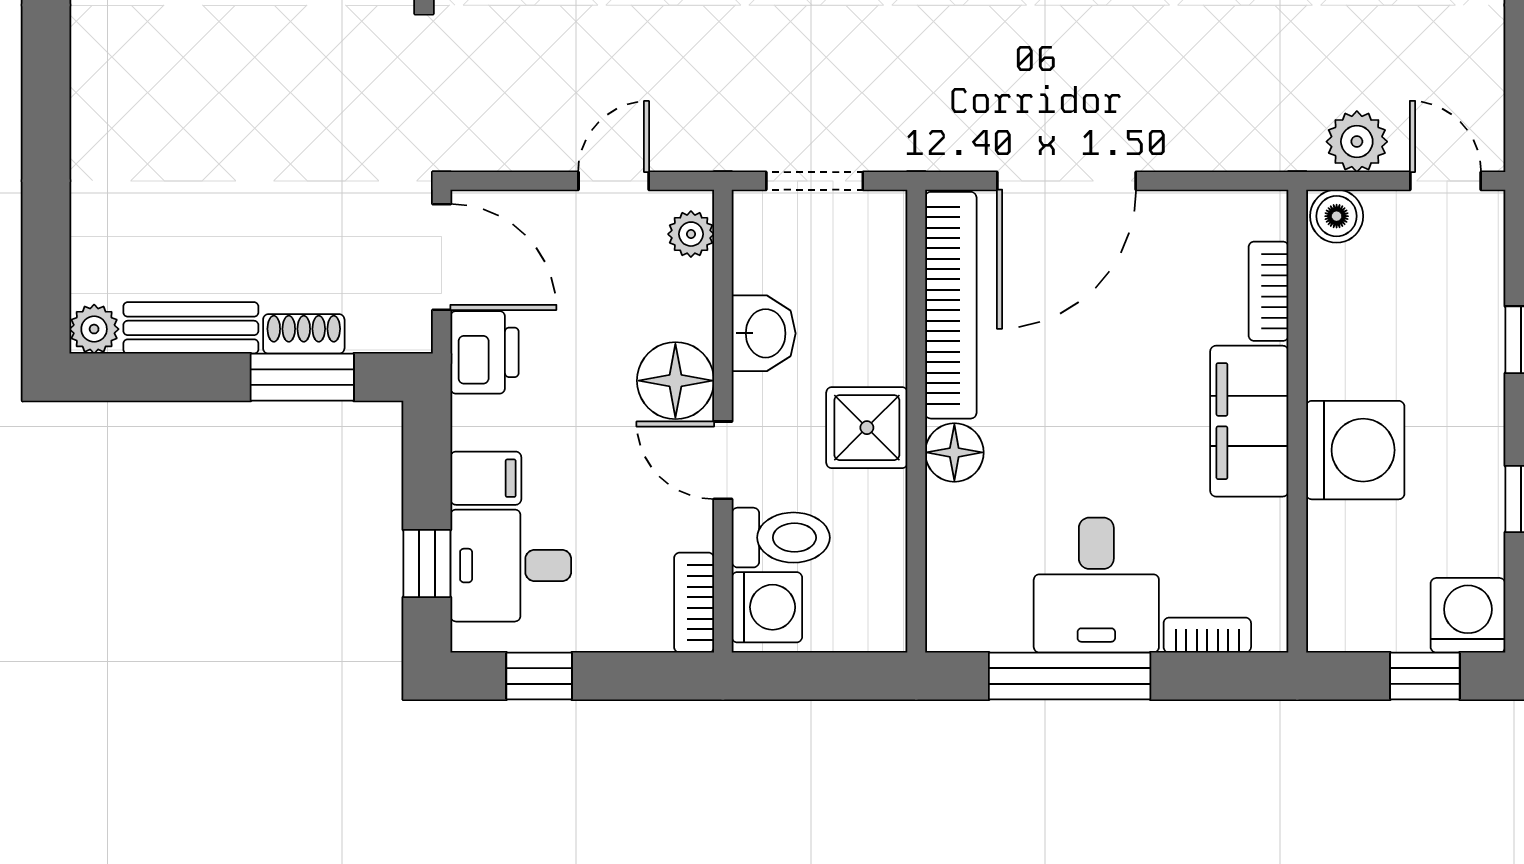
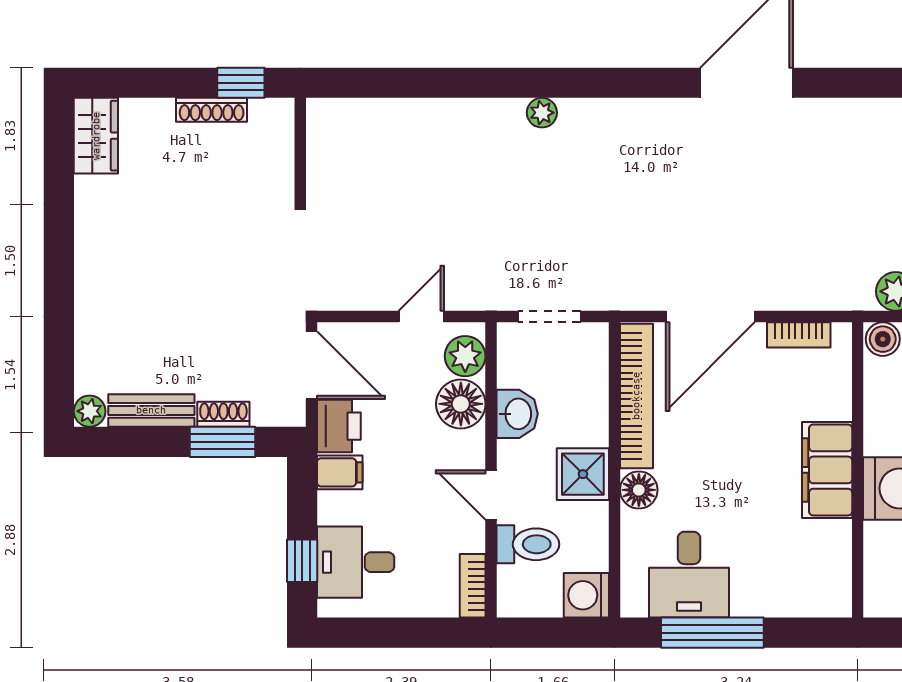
plant: (691, 234) -> (465, 356), width x1.38, depth x1.38
bookcase: (1269, 291) -> (799, 335), moved, turned -90
floor lamp: (675, 381) -> (461, 404), moved
filing cabinet: (486, 478) -> (340, 472), moved
desk: (1096, 585) -> (689, 575), moved
washing machine: (767, 607) -> (586, 595), moved, turned 180
bookcase: (1207, 635) -> (800, 607), removed
window: (539, 676) -> (374, 633), removed

